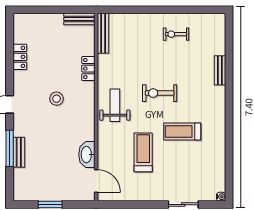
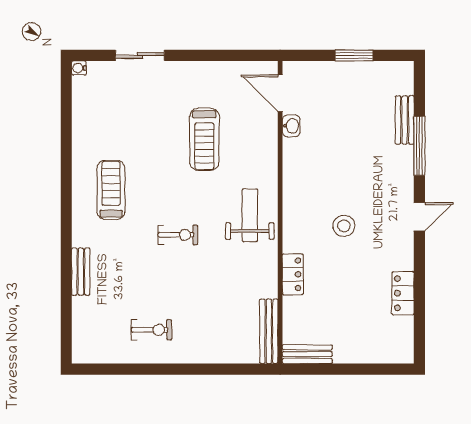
exercise bike: (160, 93) -> (178, 235), width x0.73, depth x0.72
weight bench: (115, 105) -> (250, 215), turned 180
treadmill: (182, 131) -> (111, 190), moved, turned -90
bench: (19, 152) -> (405, 120), moved
washbasin: (87, 155) -> (291, 126), width x0.52, depth x0.69

